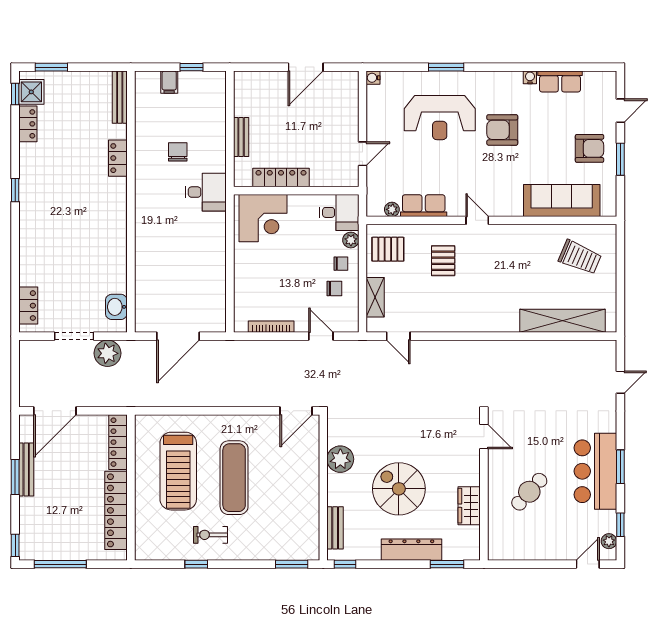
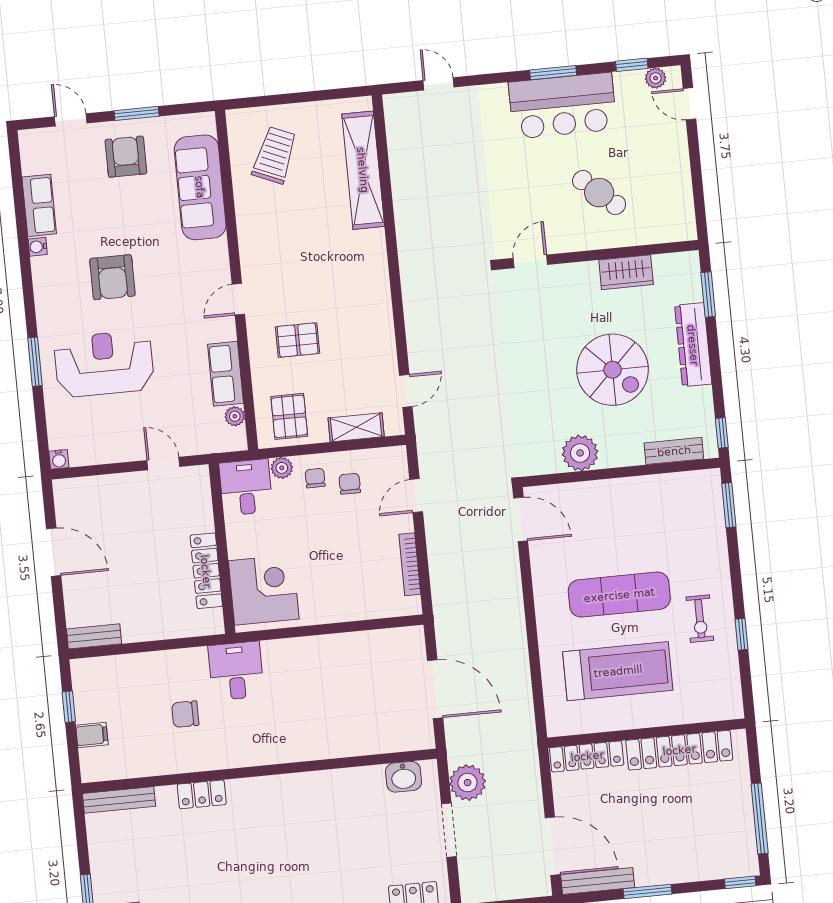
reception desk: (440, 118) -> (104, 364), turned -90
bench: (241, 137) -> (94, 636), moved
bench: (26, 469) -> (598, 881), moved
spiral stairs: (399, 489) -> (613, 370), turned -90

